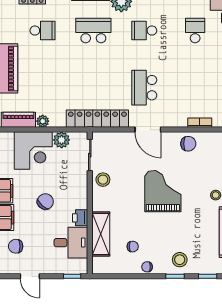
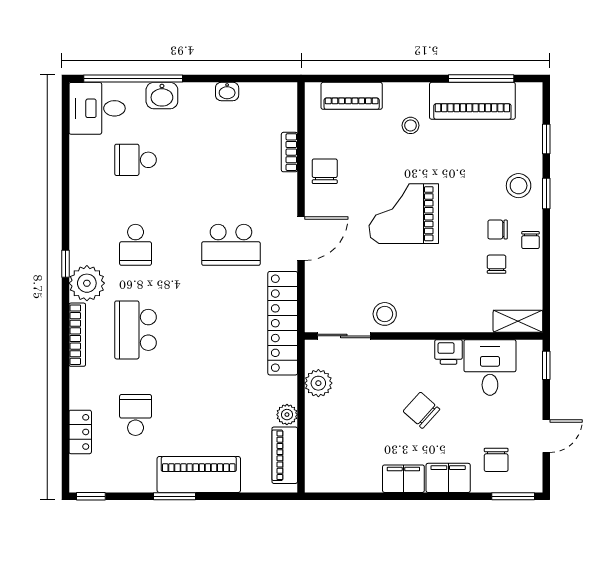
corner desk: (33, 151) -> (336, 430), removed
shelving: (101, 234) -> (518, 321), moved, width x0.67, depth x0.75
chair: (153, 247) -> (498, 230), added

